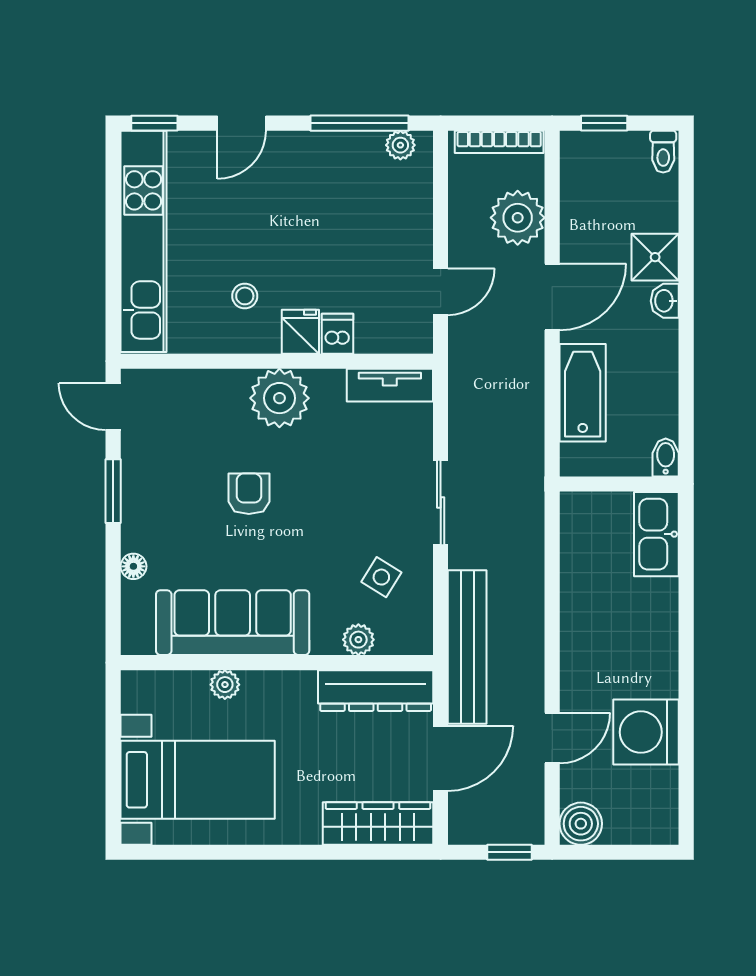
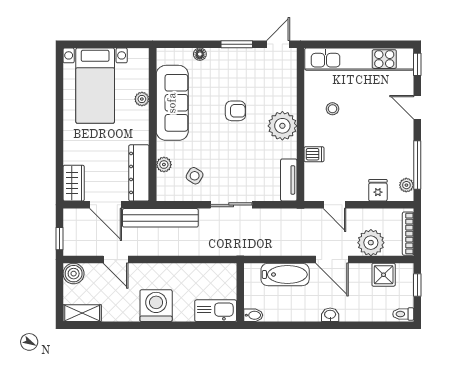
shower: (655, 257) -> (384, 275), moved
fridge: (300, 332) -> (378, 190), moved, turned -90
washing machine: (646, 732) -> (156, 306), moved
shelving: (661, 806) -> (82, 313), added
wardrobe: (378, 824) -> (74, 183), width x0.67

